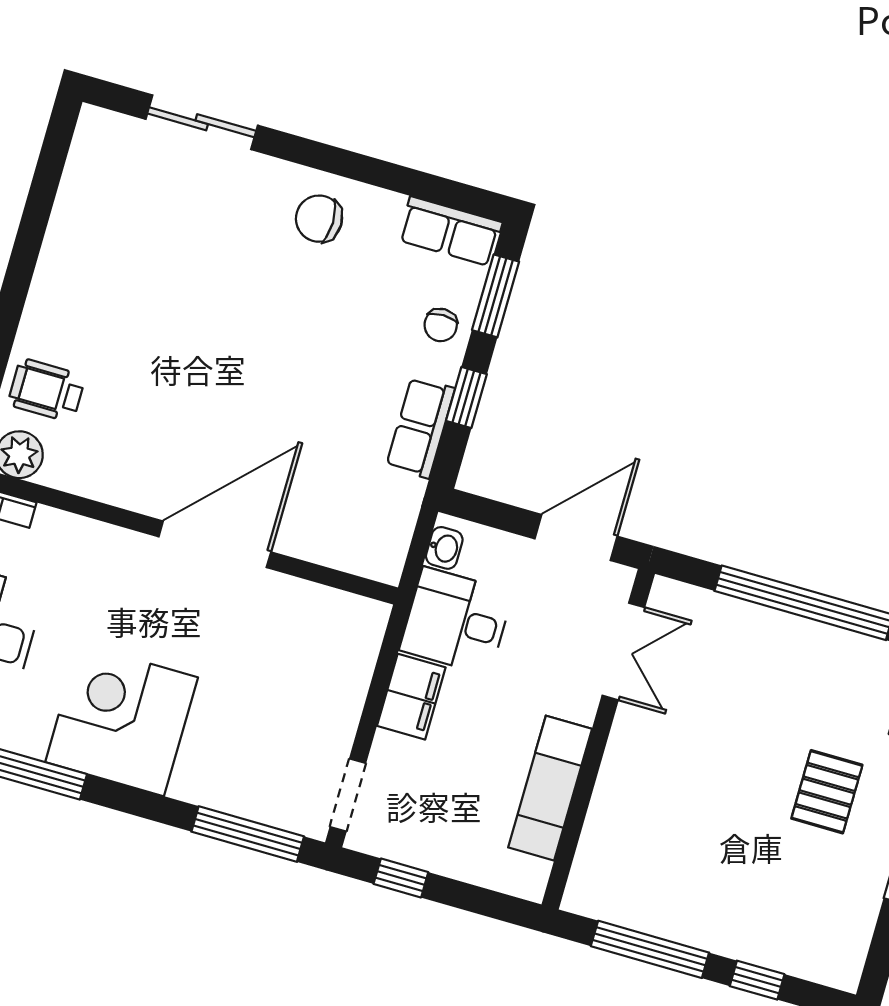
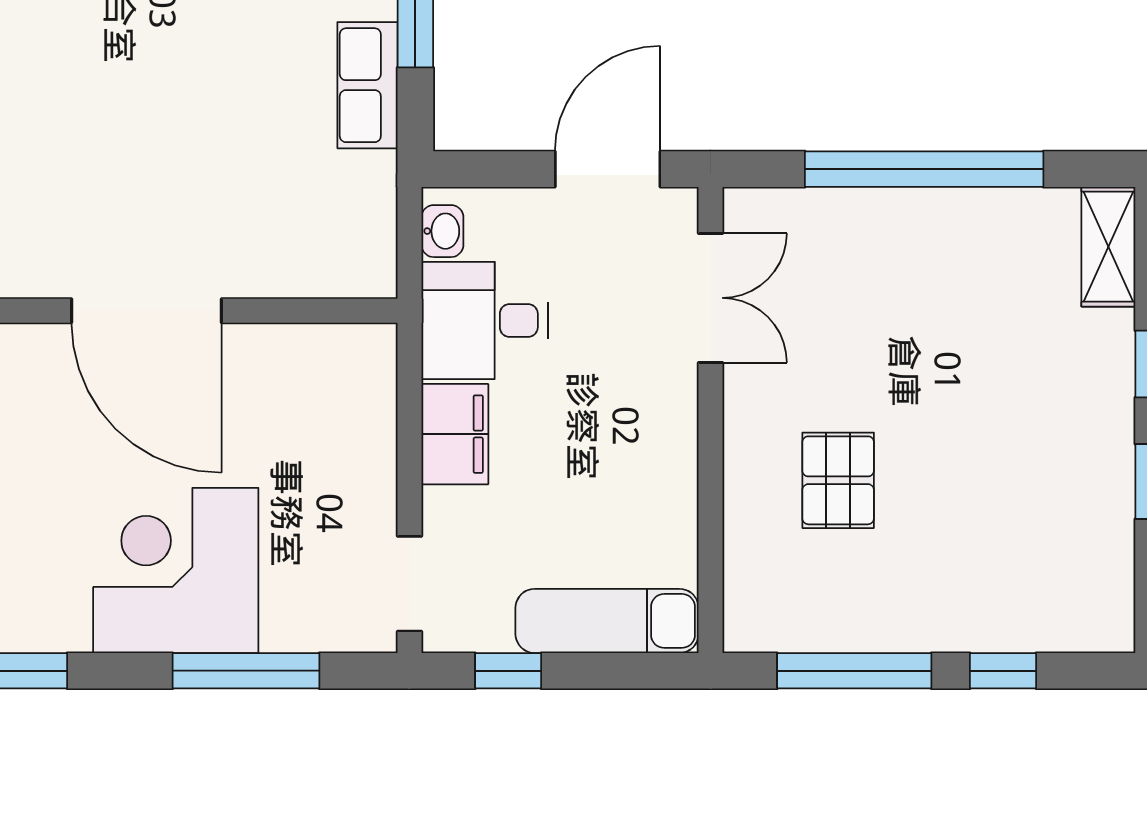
door: (215, 544) -> (146, 311), swing flipped
corner desk: (122, 720) -> (176, 570), moved
exam couch: (550, 788) -> (607, 621), moved, turned 90
pallet: (827, 792) -> (838, 480), moved
window: (248, 834) -> (246, 671), moved

